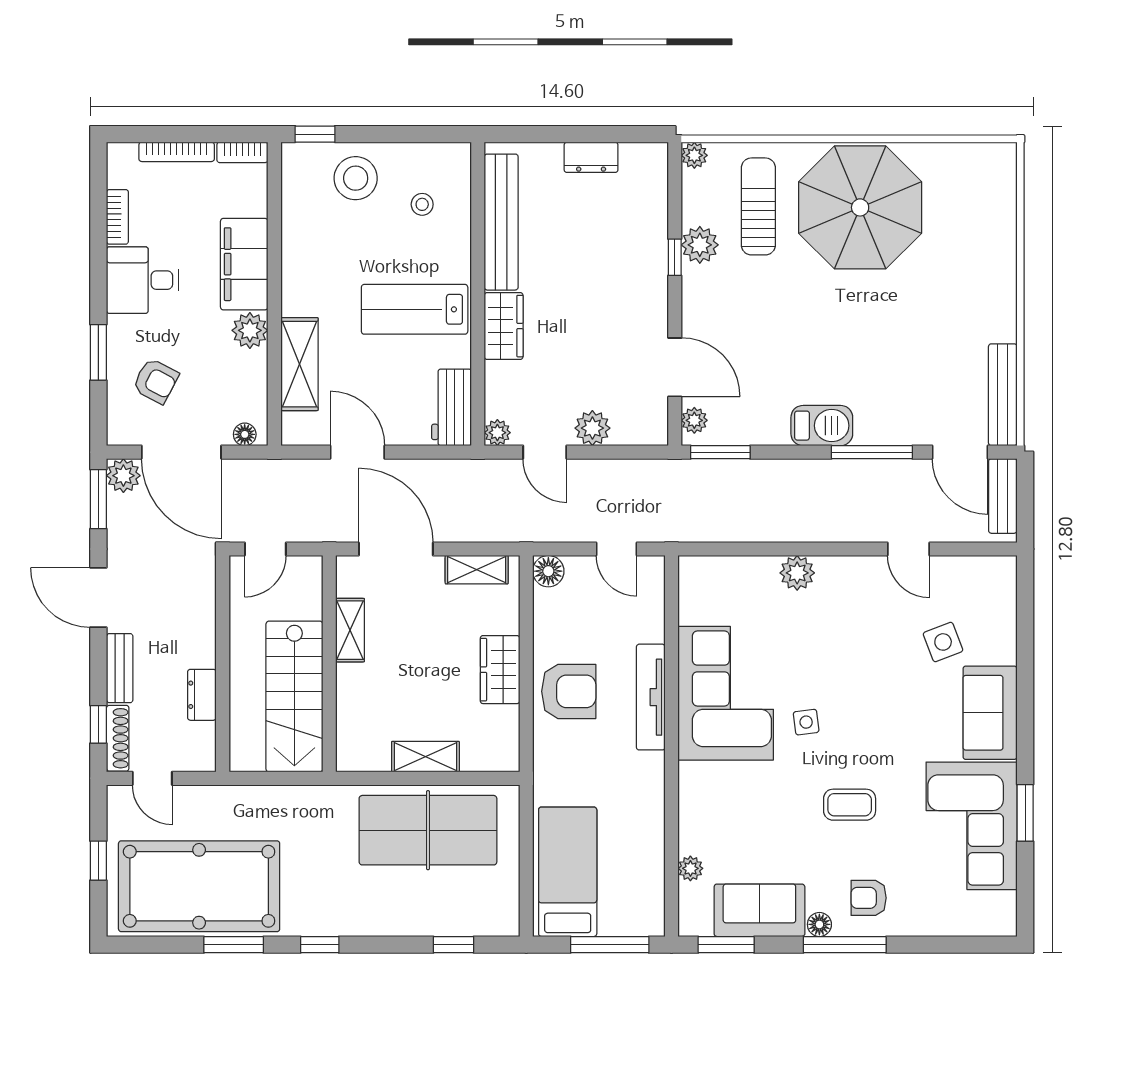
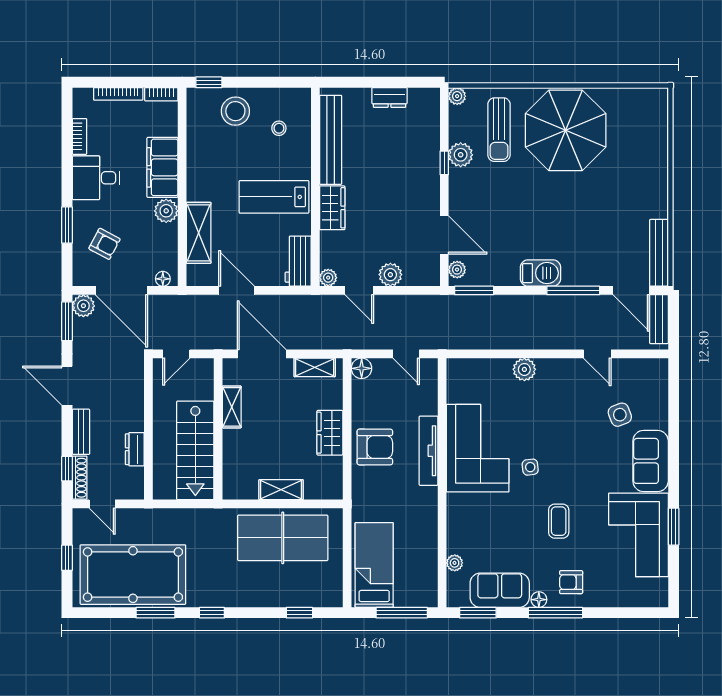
sun lounger: (758, 206) -> (499, 130), turned 180
coffee table: (850, 805) -> (559, 521), turned 90

